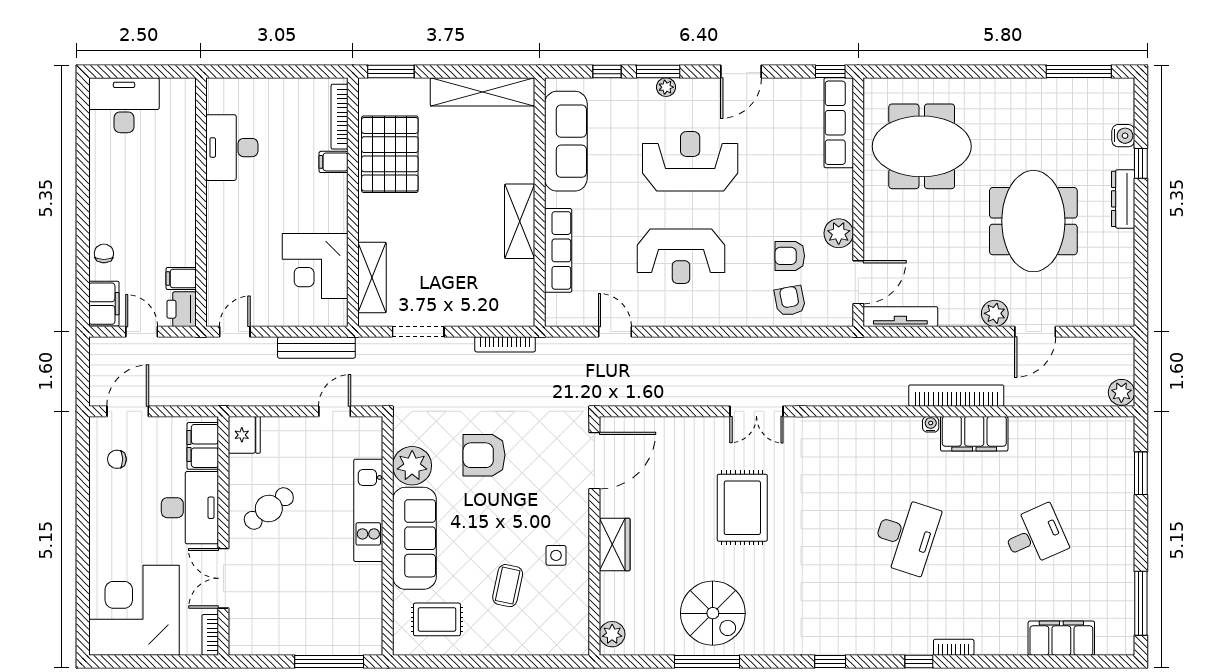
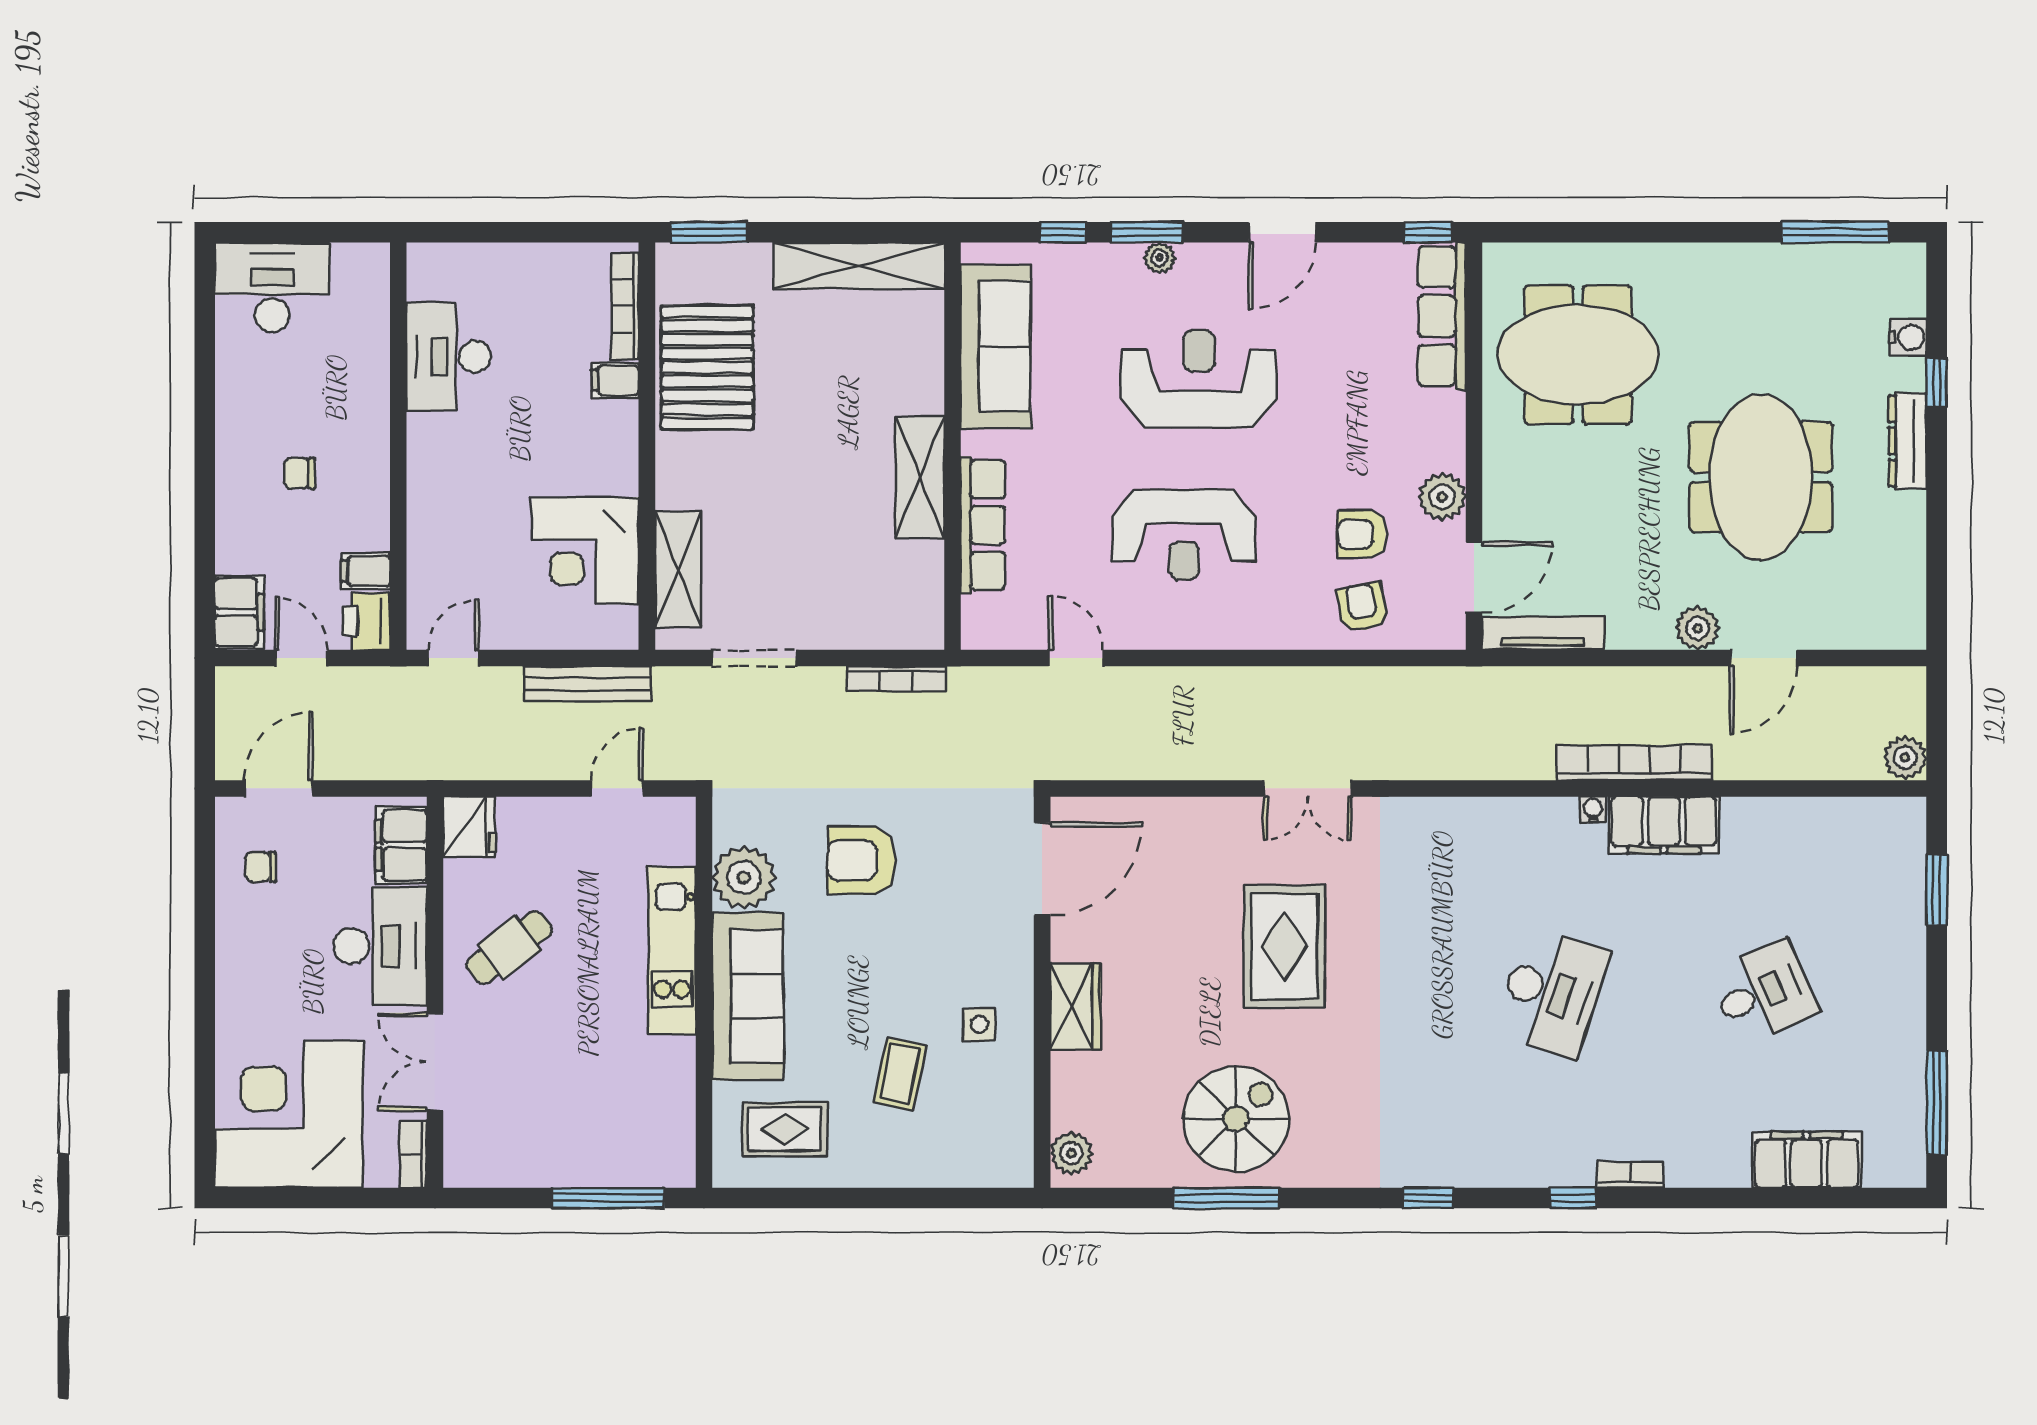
chair: (104, 253) -> (300, 473), moved, turned -90
spiral stairs: (713, 613) -> (1236, 1119), turned -90

